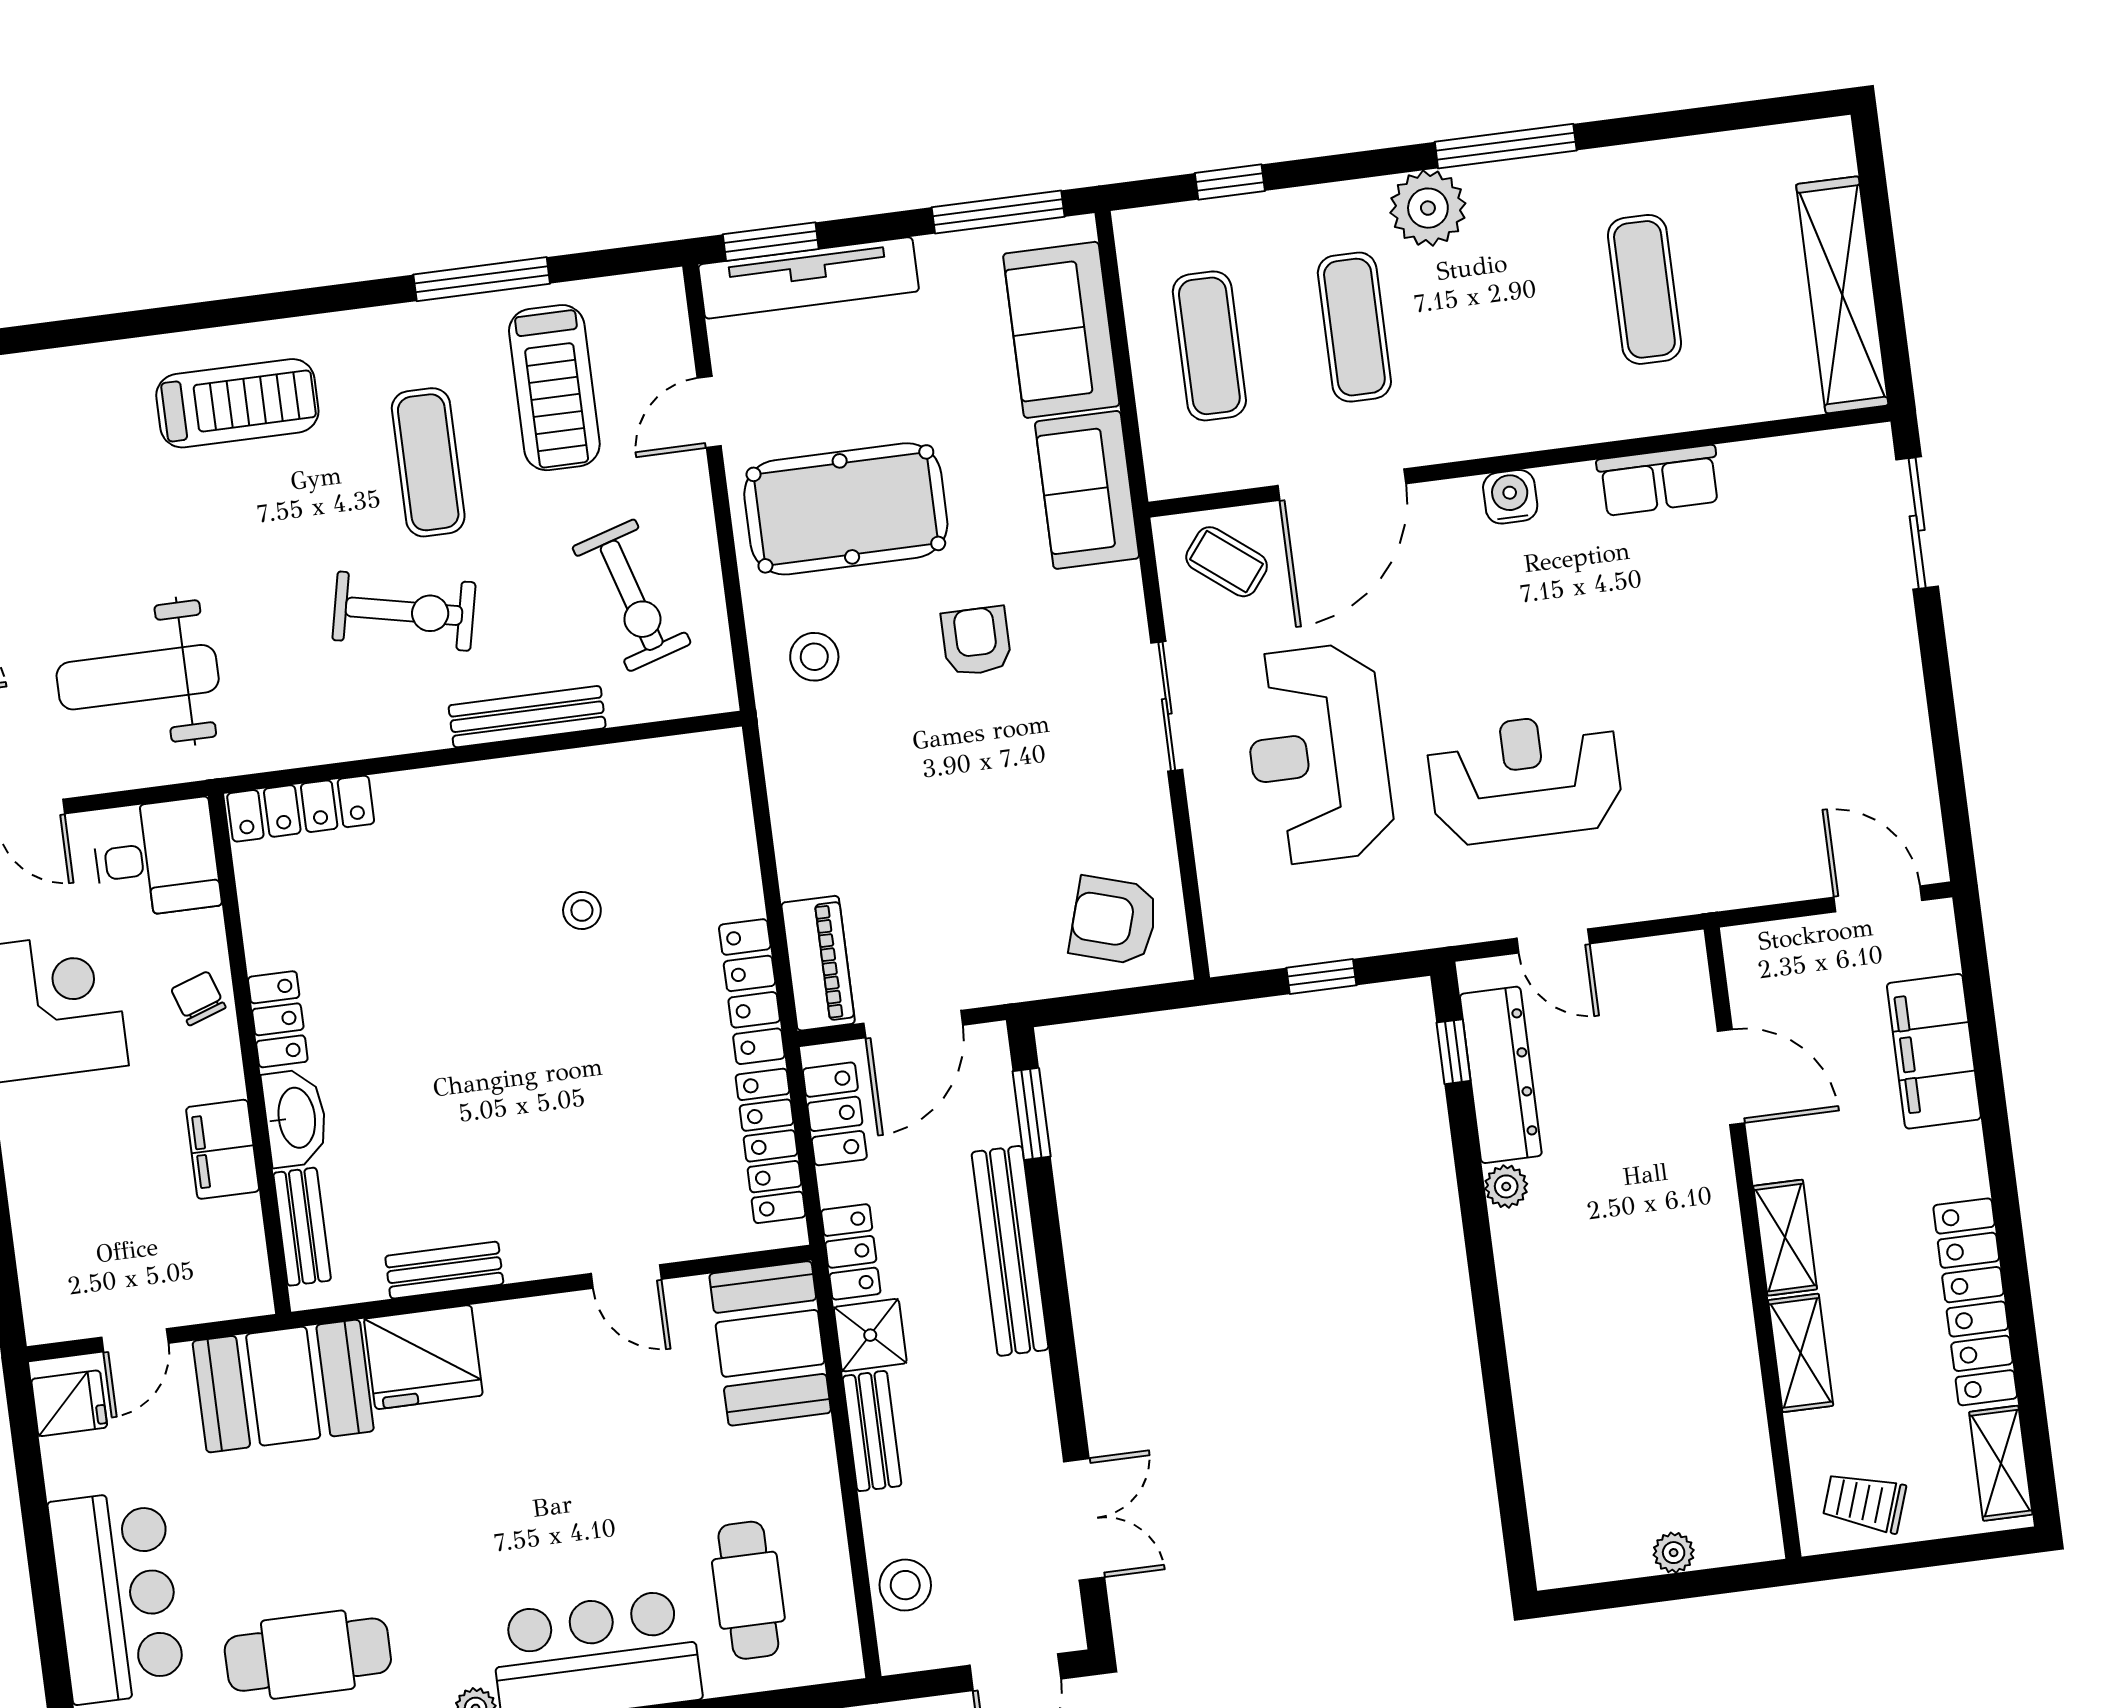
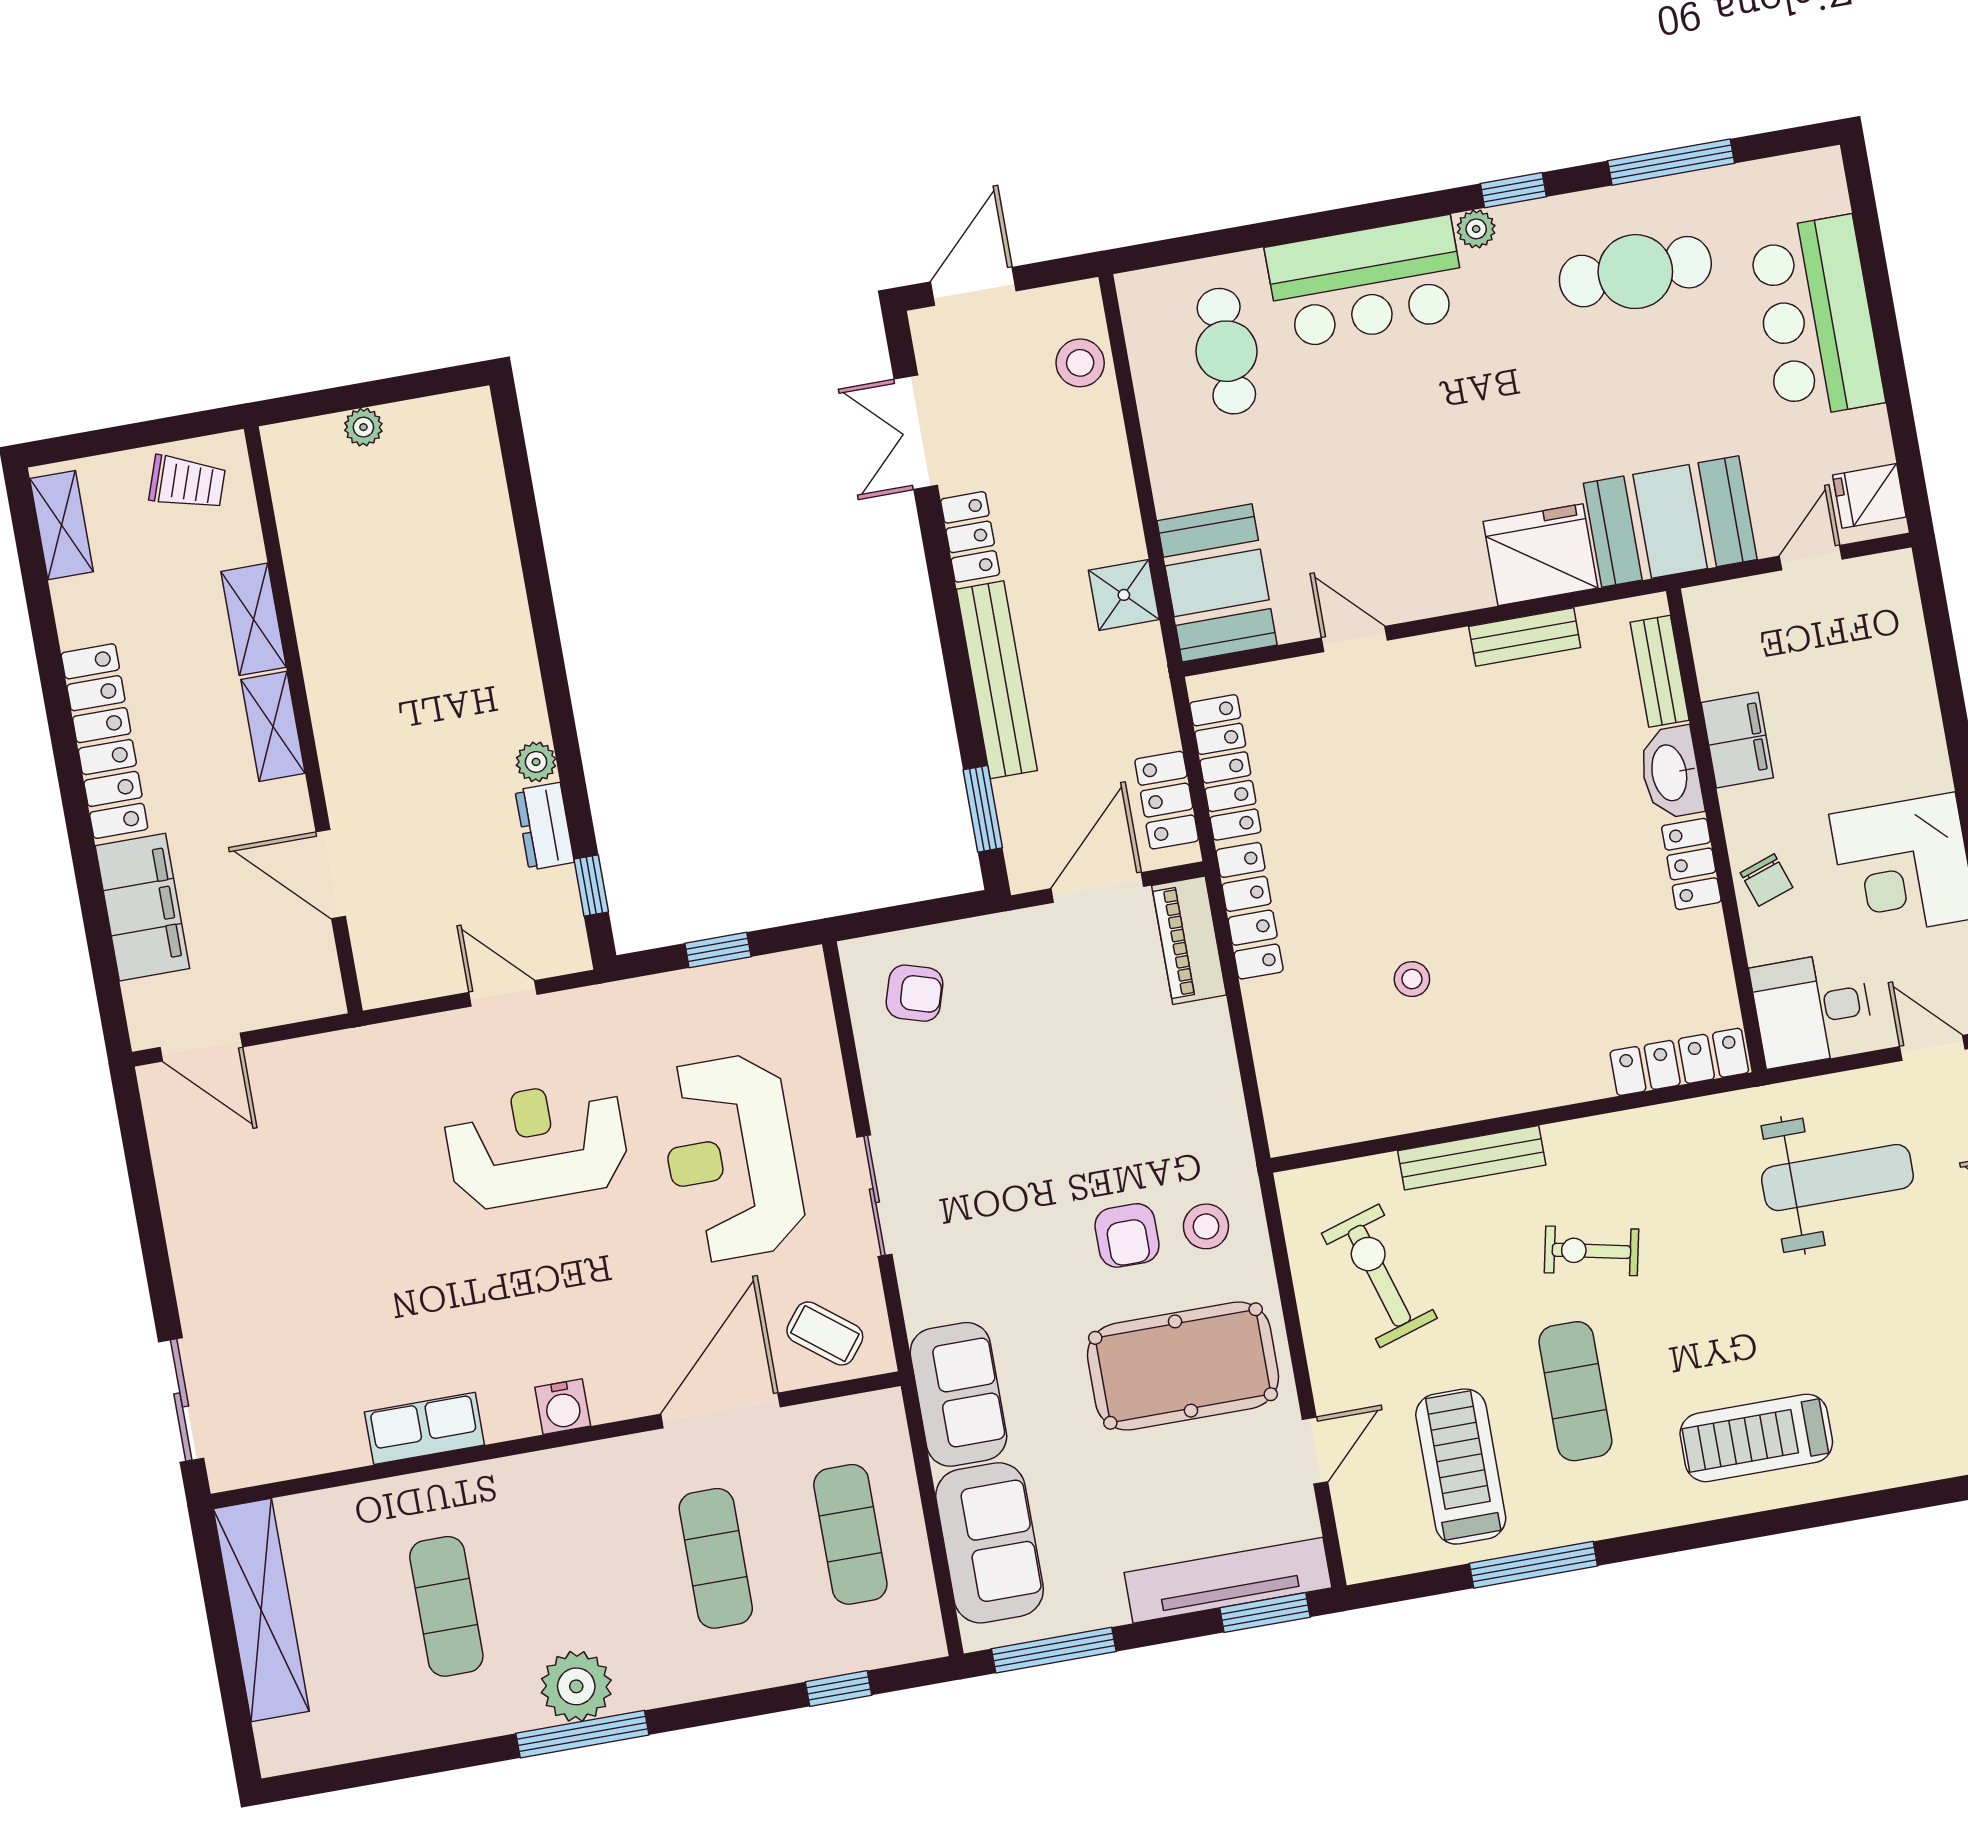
plant: (1428, 208) -> (576, 1686), moved
exercise bike: (404, 611) -> (1591, 1251), width x0.73, depth x0.72
armchair: (976, 641) -> (1127, 1235), moved
reception desk: (1318, 754) -> (731, 1158), turned 180
reception desk: (1525, 778) -> (536, 1144), turned 180
armchair: (1114, 921) -> (915, 993), width x0.72, depth x0.72
dresser: (1501, 1075) -> (545, 826), width x0.51, depth x0.80
locker: (851, 1252) -> (970, 537), moved, turned 180
locker: (1975, 1302) -> (104, 741), moved
bench: (872, 1431) -> (1118, 505), removed

